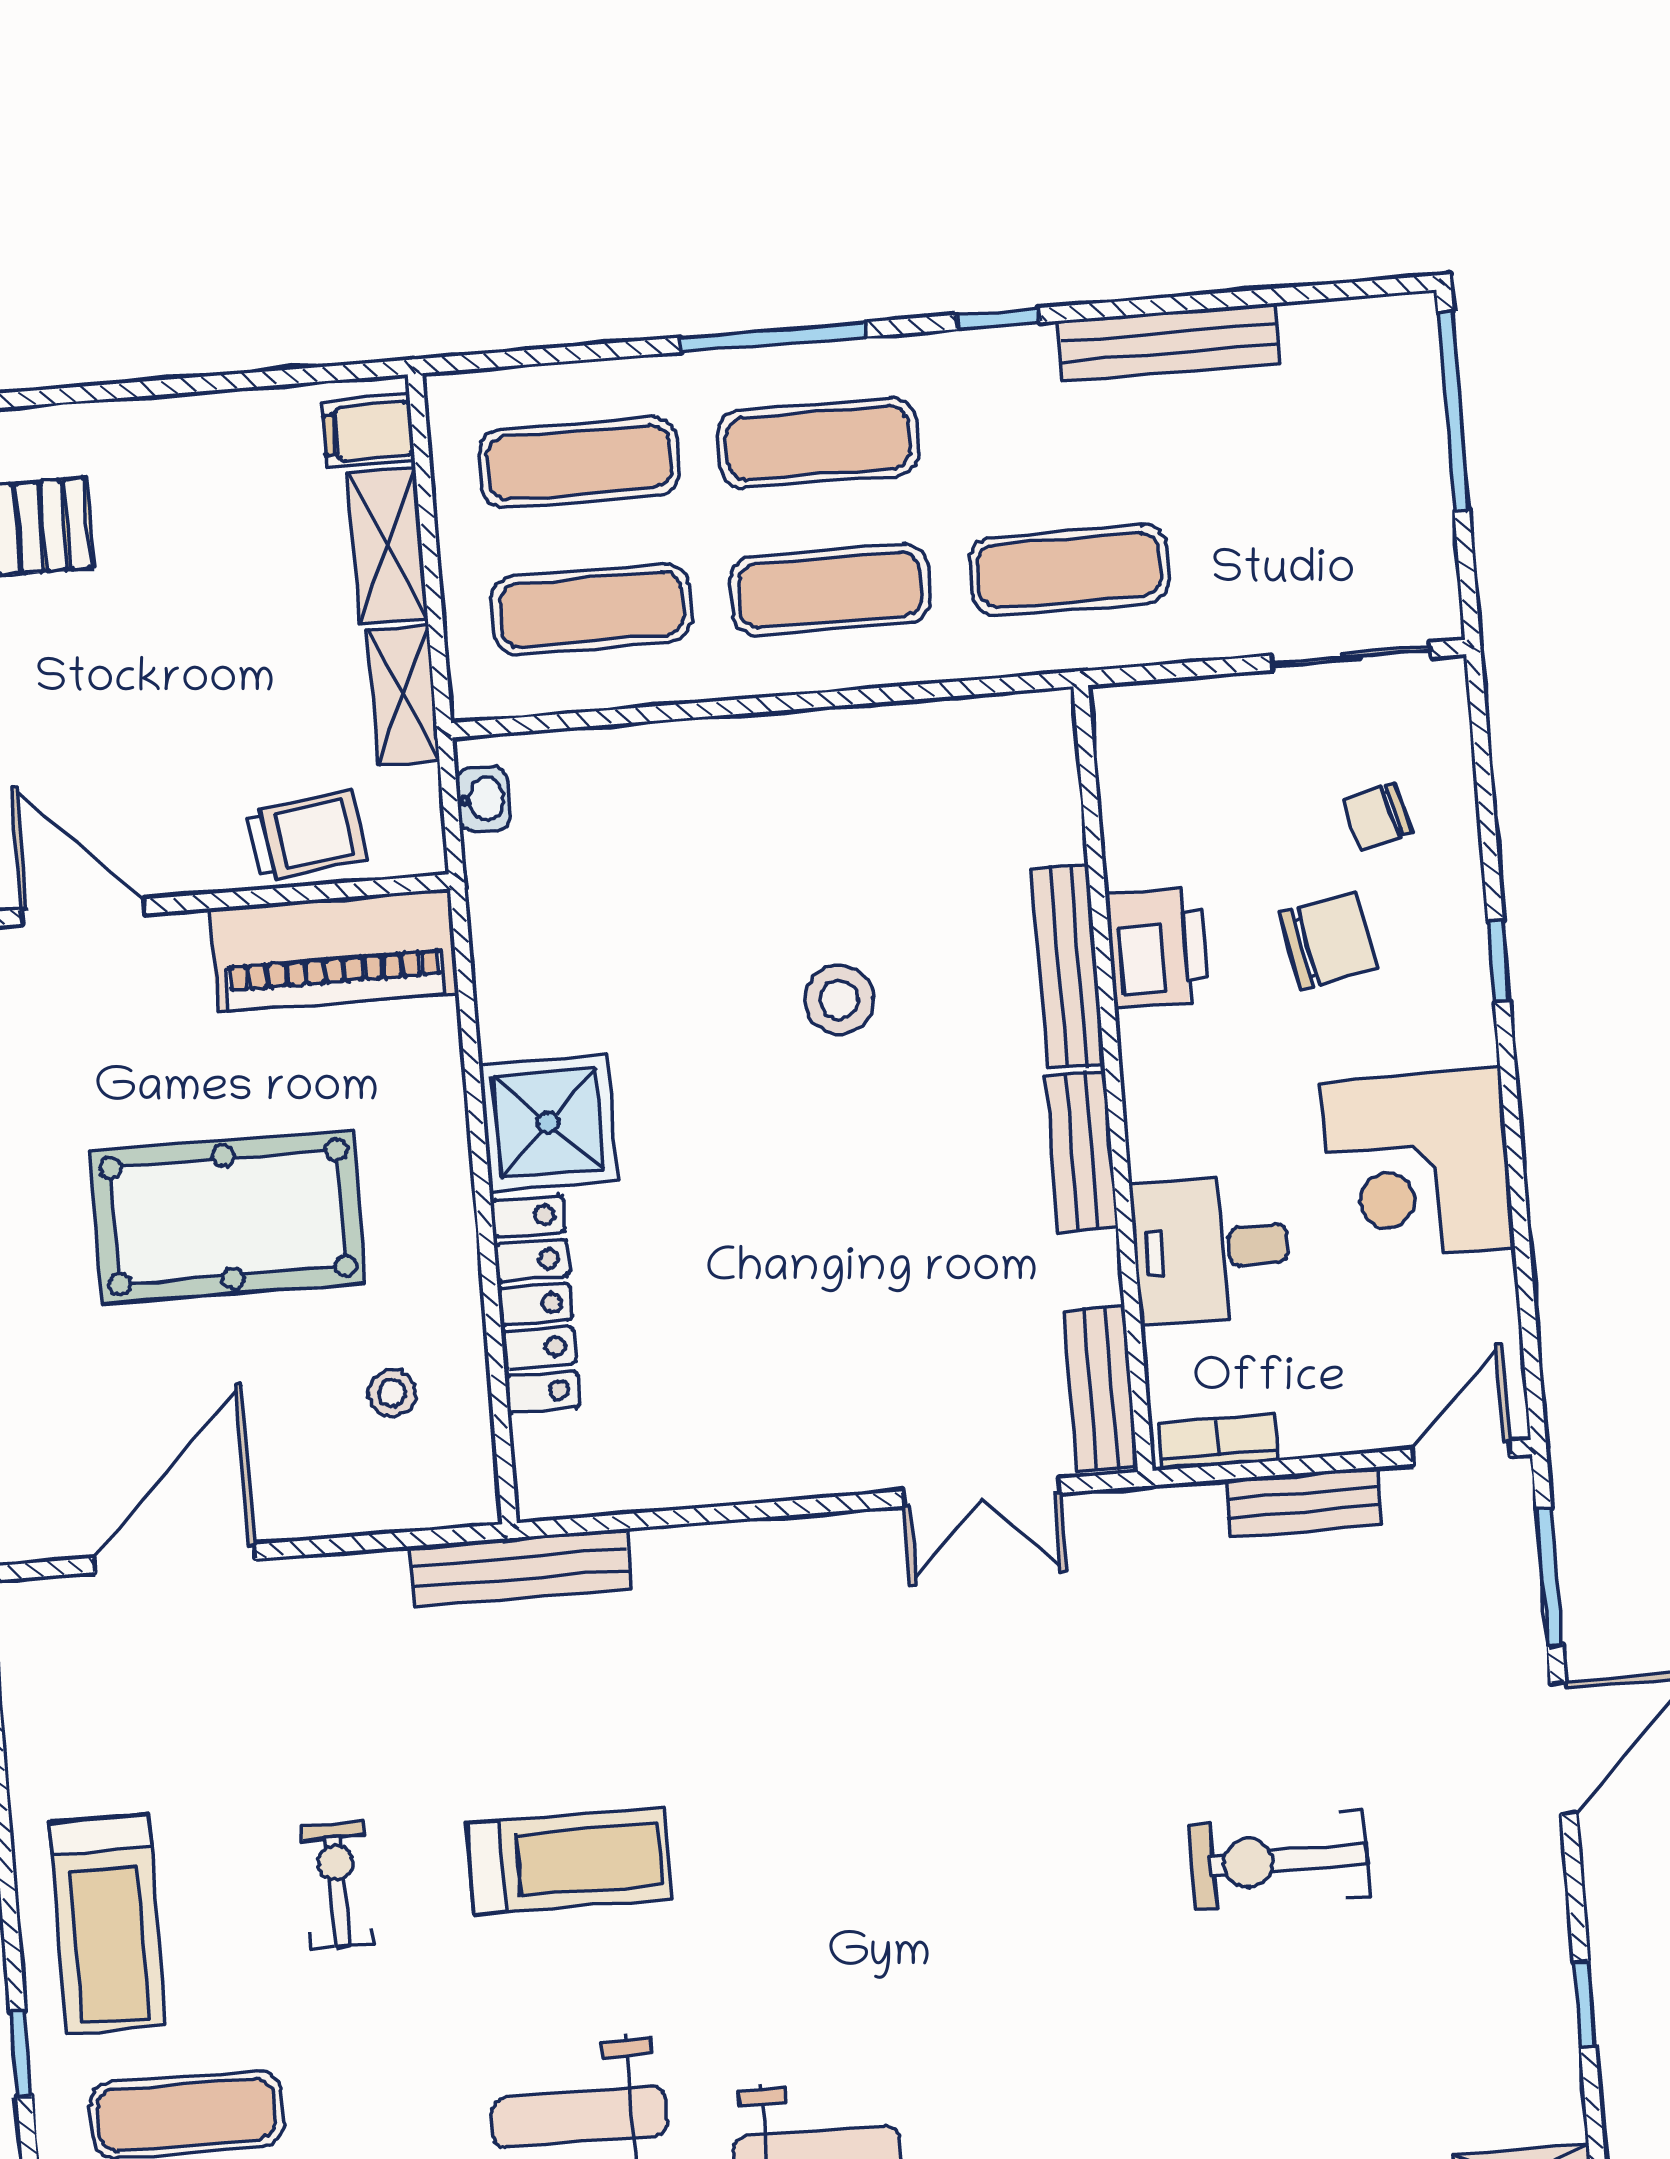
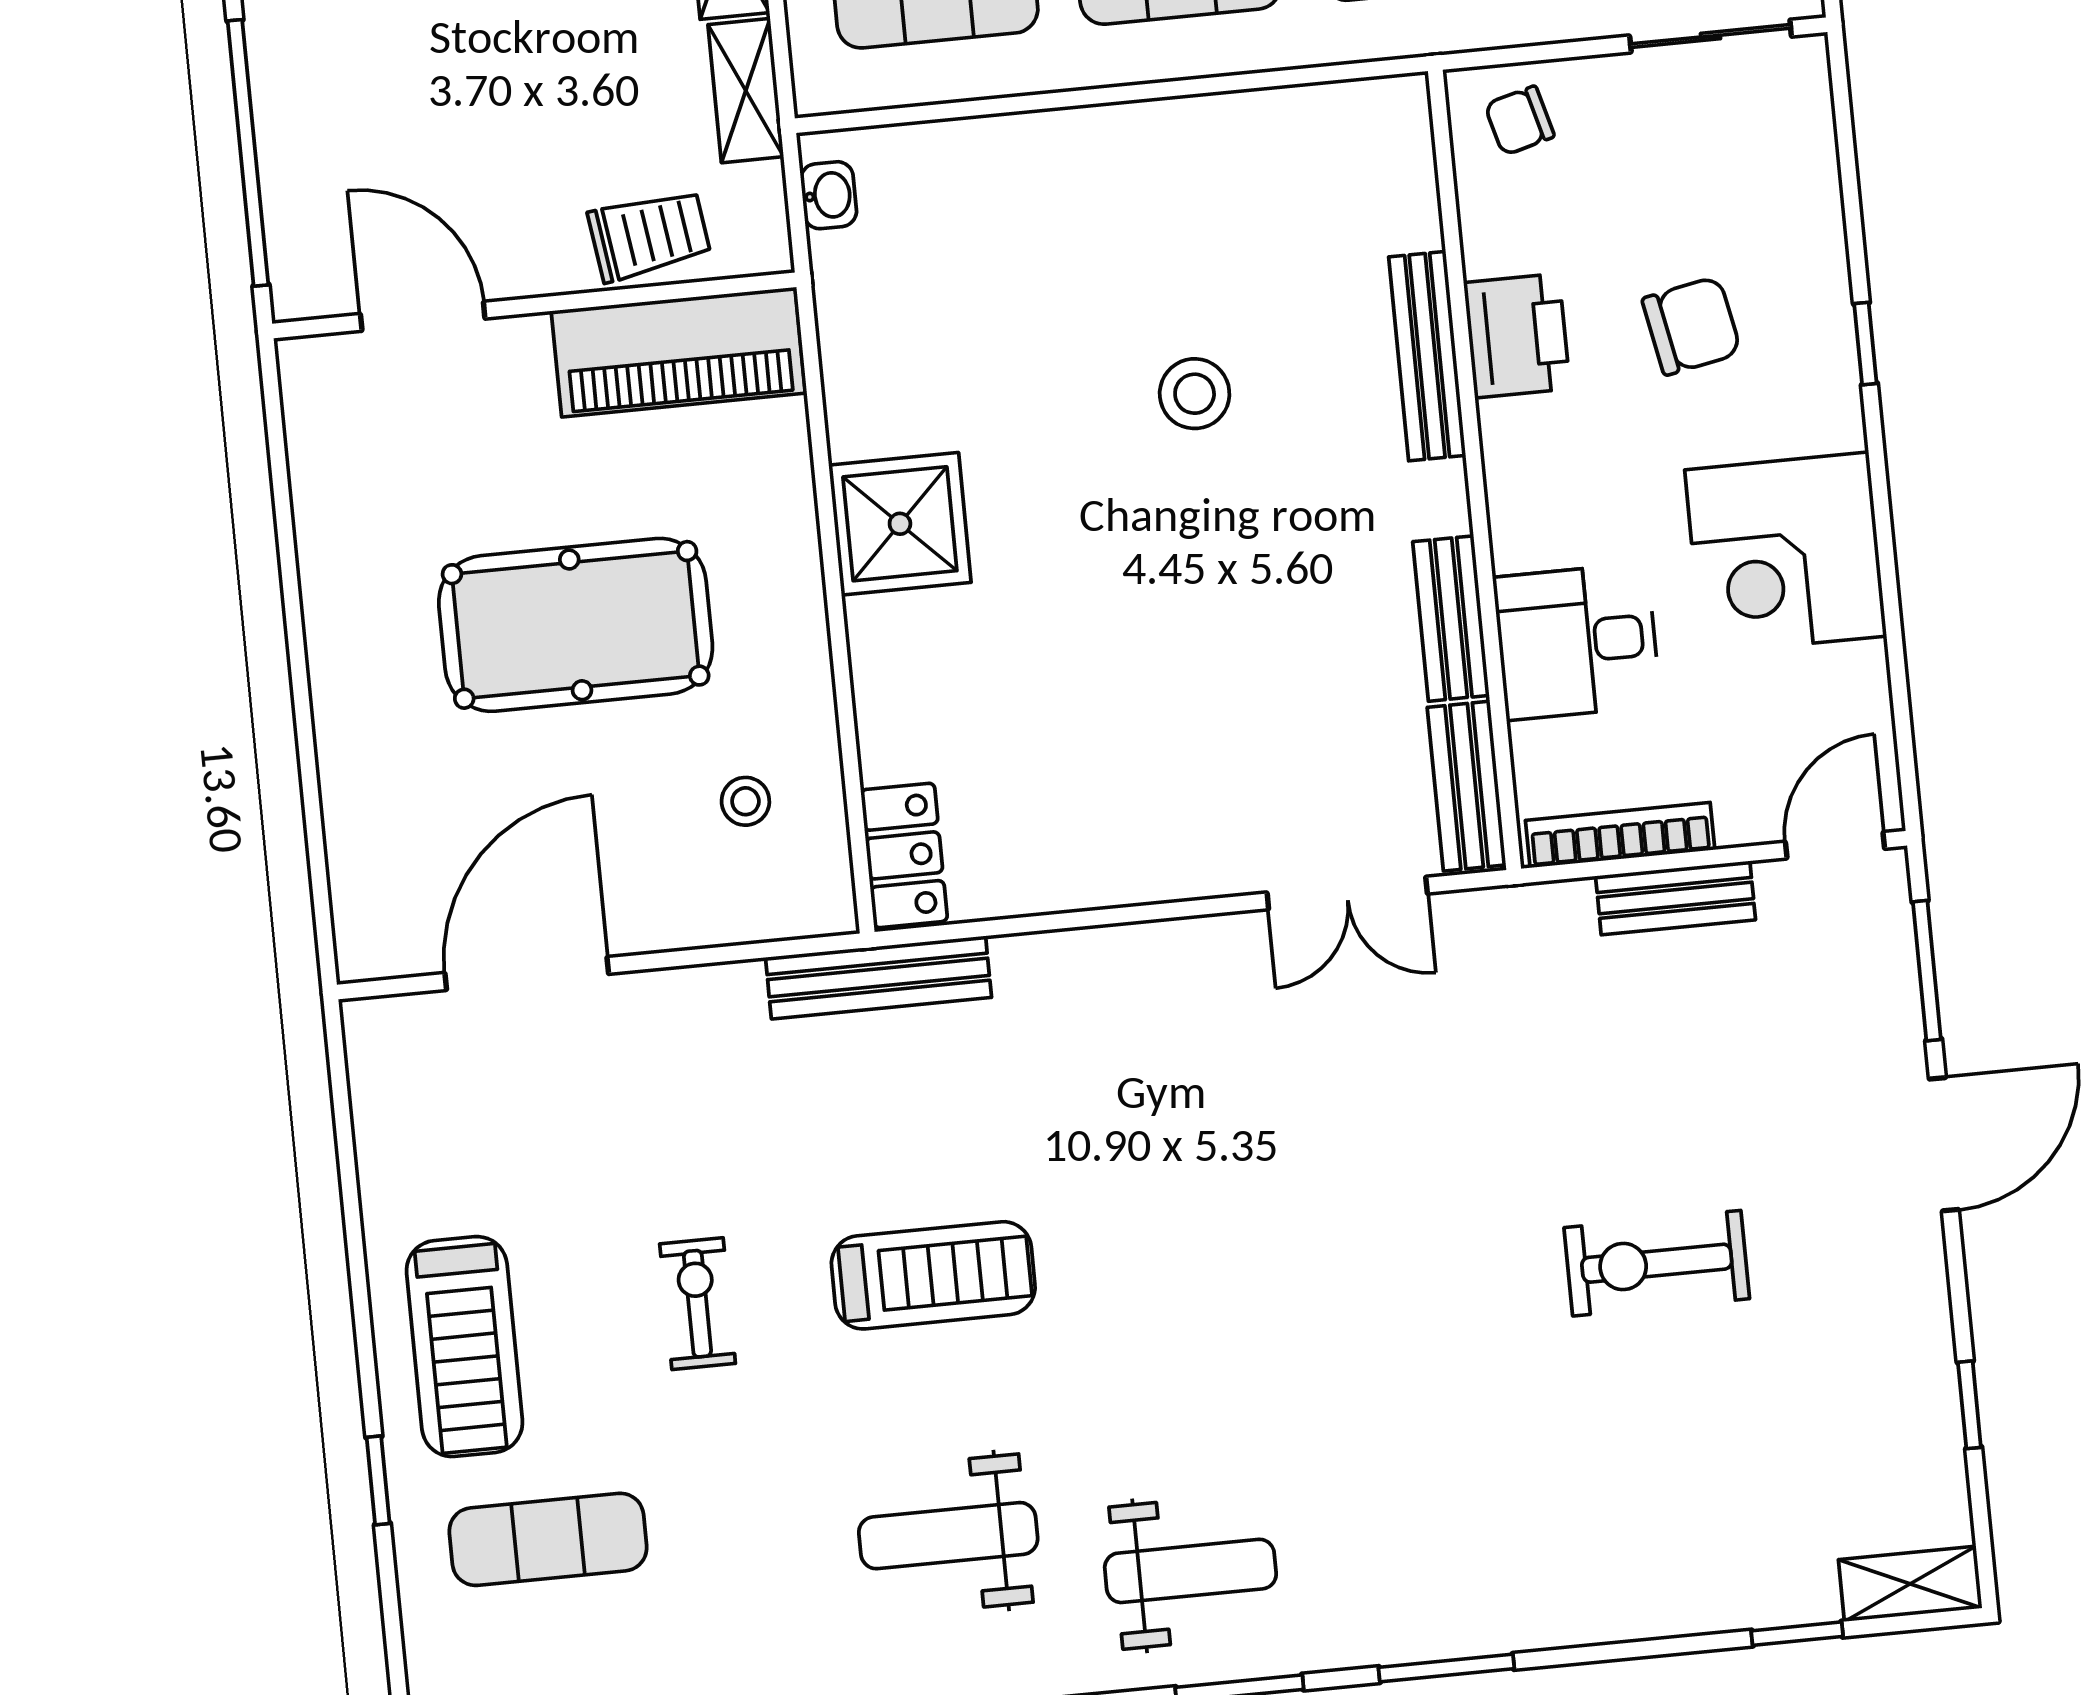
chair: (1377, 816) -> (1519, 121), moved
bench: (1082, 1151) -> (1451, 619), moved
locker: (535, 1304) -> (904, 855), moved, width x0.66
bookcase: (1218, 1442) -> (1620, 835), width x1.56

